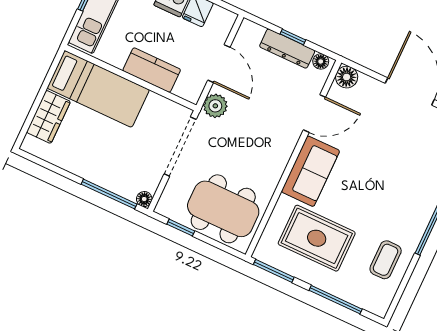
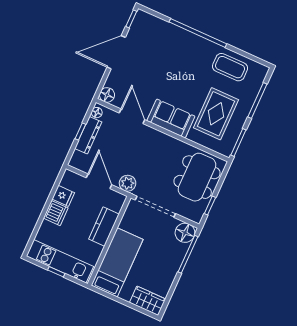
door: (219, 64) -> (99, 181), hinge flipped
wardrobe: (48, 117) -> (148, 301), moved
floor lamp: (144, 199) -> (185, 233), width x1.89, depth x1.89
coffee table: (386, 260) -> (230, 67), width x1.36, depth x1.30

